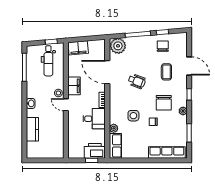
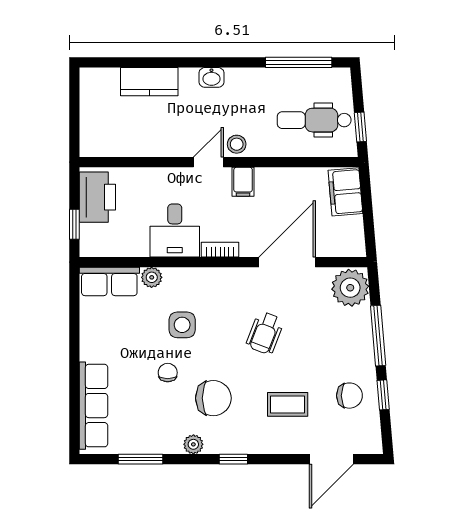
door: (189, 66) -> (331, 459), moved
filing cabinet: (74, 86) -> (243, 182), width x0.50
chair: (164, 103) -> (213, 398), turned 180
printer: (95, 151) -> (97, 197), moved

